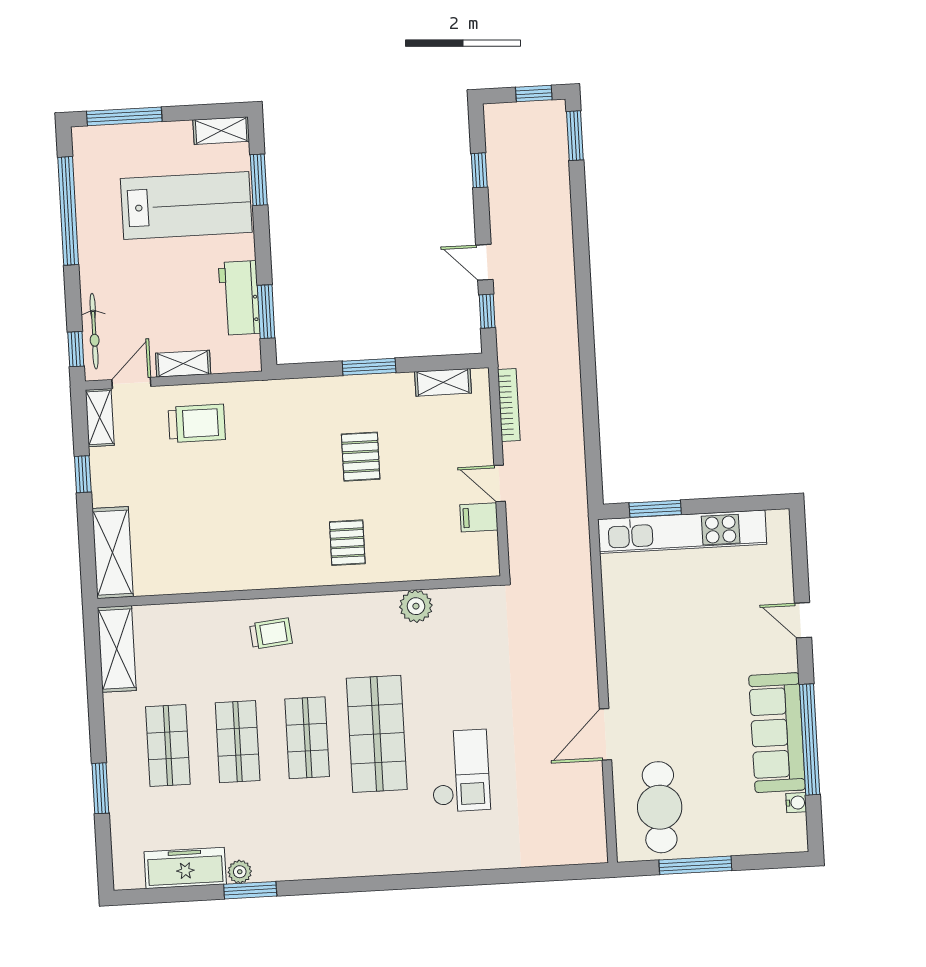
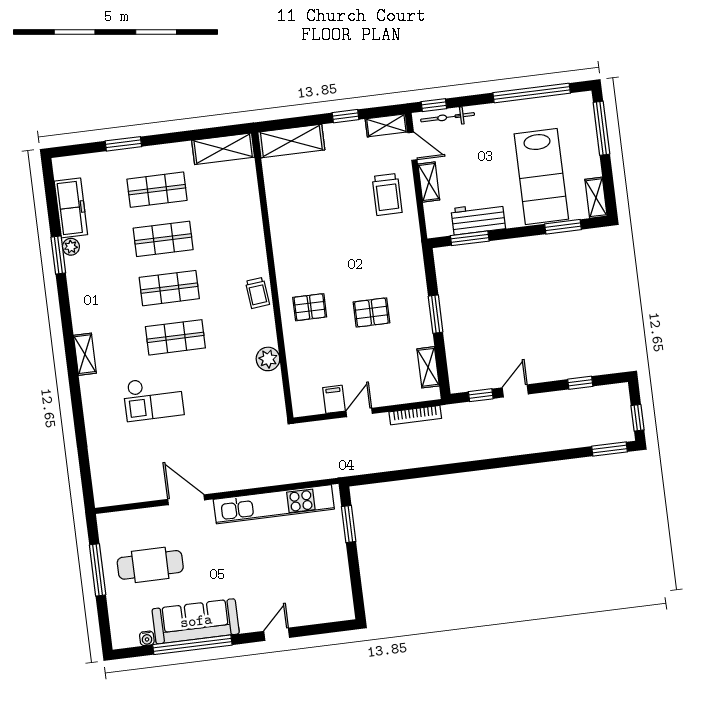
kitchen unit: (682, 532) -> (274, 504), moved, turned -90
trolley: (271, 634) -> (257, 293), moved
shop shelf: (377, 734) -> (175, 337), width x0.70, depth x0.74
cafe table: (660, 807) -> (150, 565), moved
shelving: (392, 862) -> (85, 354), added

